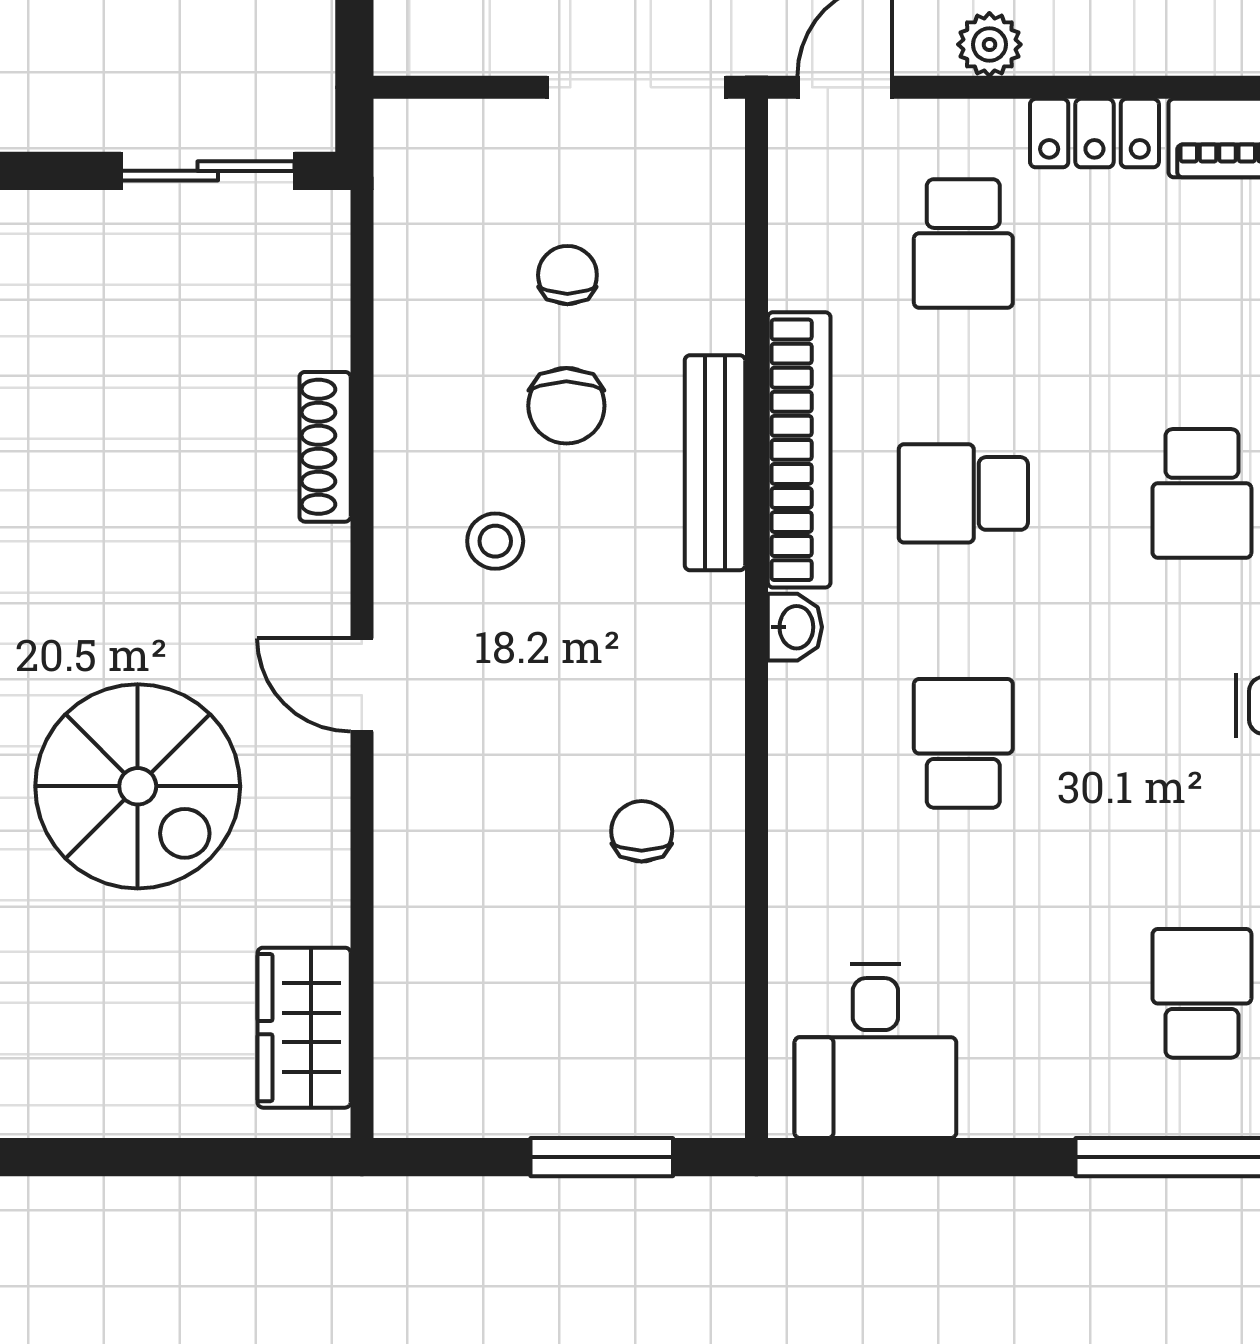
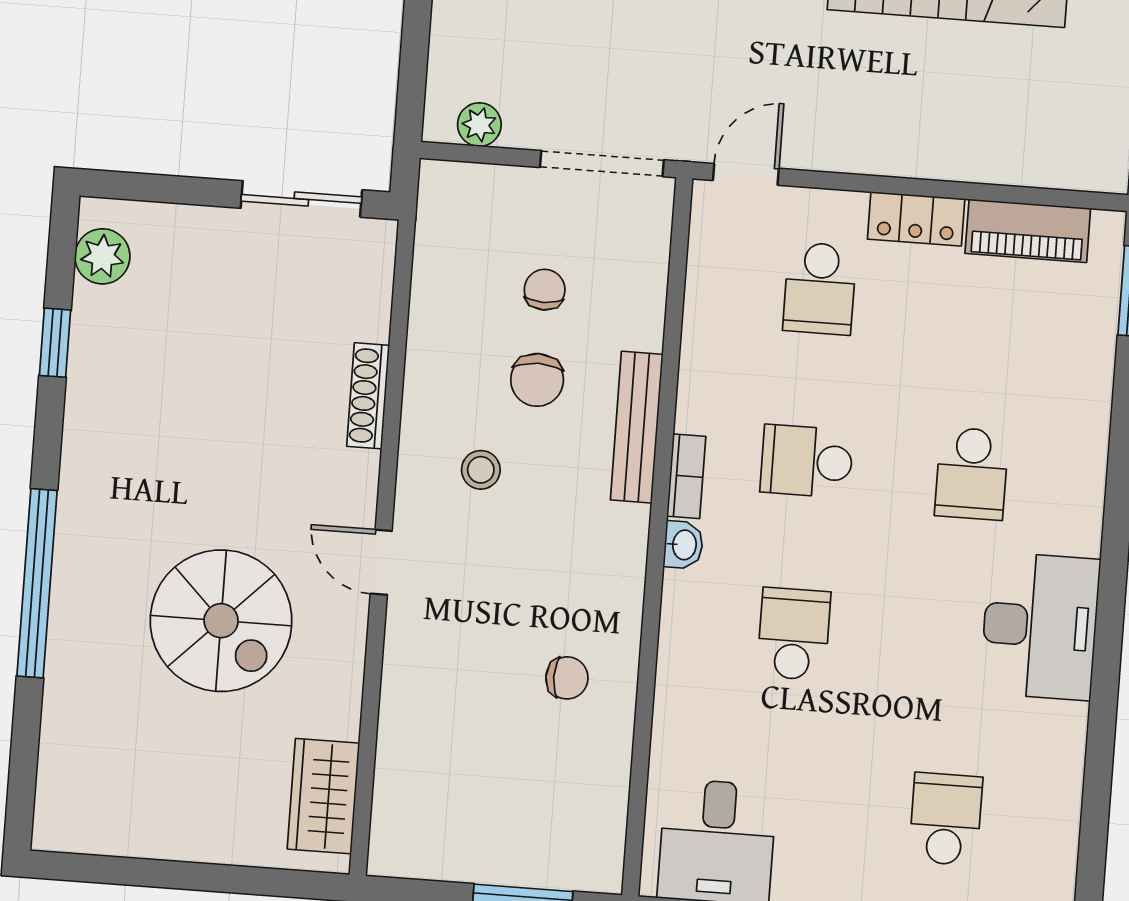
plant: (989, 44) -> (479, 125), moved
bookcase: (799, 450) -> (686, 476), width x0.43, depth x0.76
chair: (642, 831) -> (567, 678), turned 90

